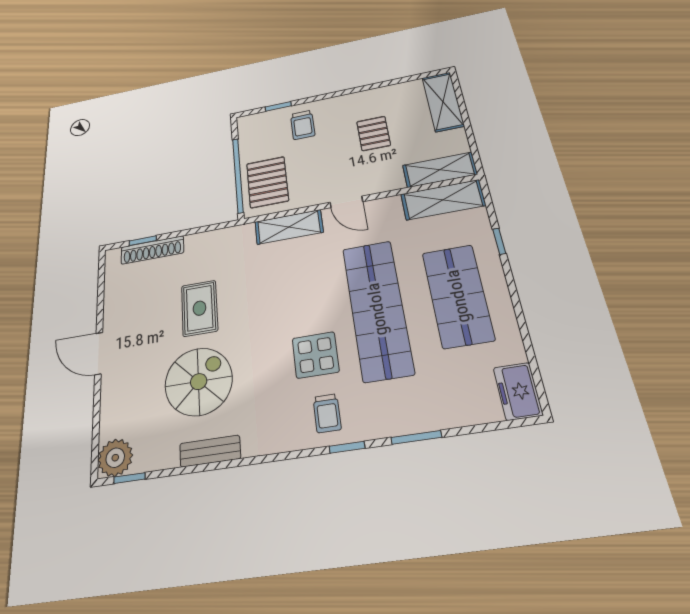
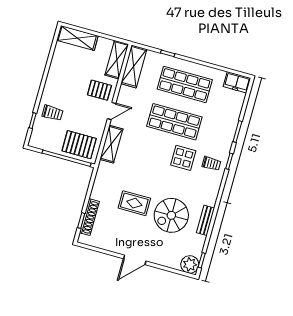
pallet: (374, 133) -> (99, 90), moved
shop shelf: (377, 309) -> (174, 122), width x0.71
spiral stairs: (199, 382) -> (171, 215), turned -90

